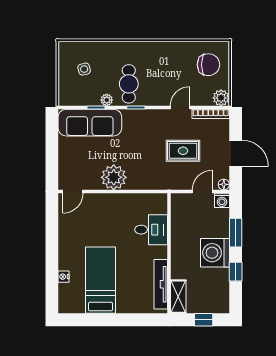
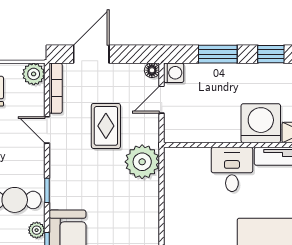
door: (236, 153) -> (91, 54), moved
plant: (114, 177) -> (142, 162), moved
door: (202, 192) -> (162, 100), hinge flipped
desk: (151, 230) -> (232, 169), moved
washing machine: (215, 253) -> (261, 123), moved, turned 180

